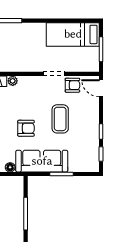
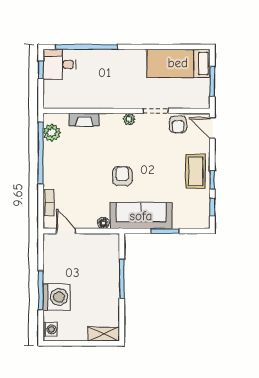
plant: (13, 81) -> (129, 119), moved
armchair: (72, 85) -> (178, 124), turned 89
coffee table: (60, 119) -> (195, 171), moved
armchair: (26, 128) -> (122, 176), turned -90

